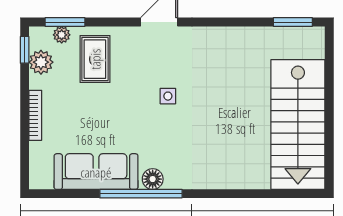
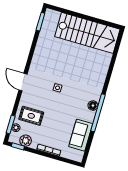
sofa: (96, 172) -> (81, 135), width x0.73

